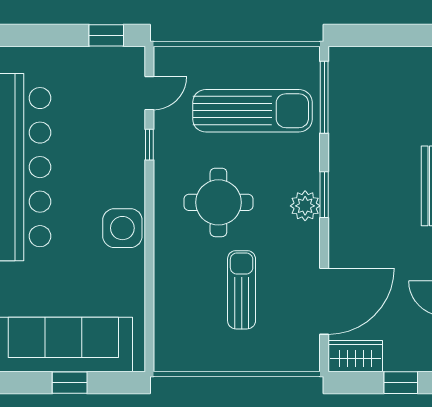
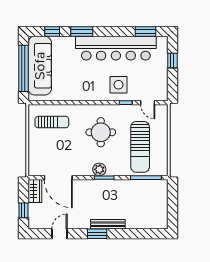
window: (106, 35) -> (172, 60), moved
side table: (122, 228) -> (119, 85), moved
sun lounger: (242, 290) -> (52, 122), moved
window: (70, 383) -> (23, 68), width x3.17

